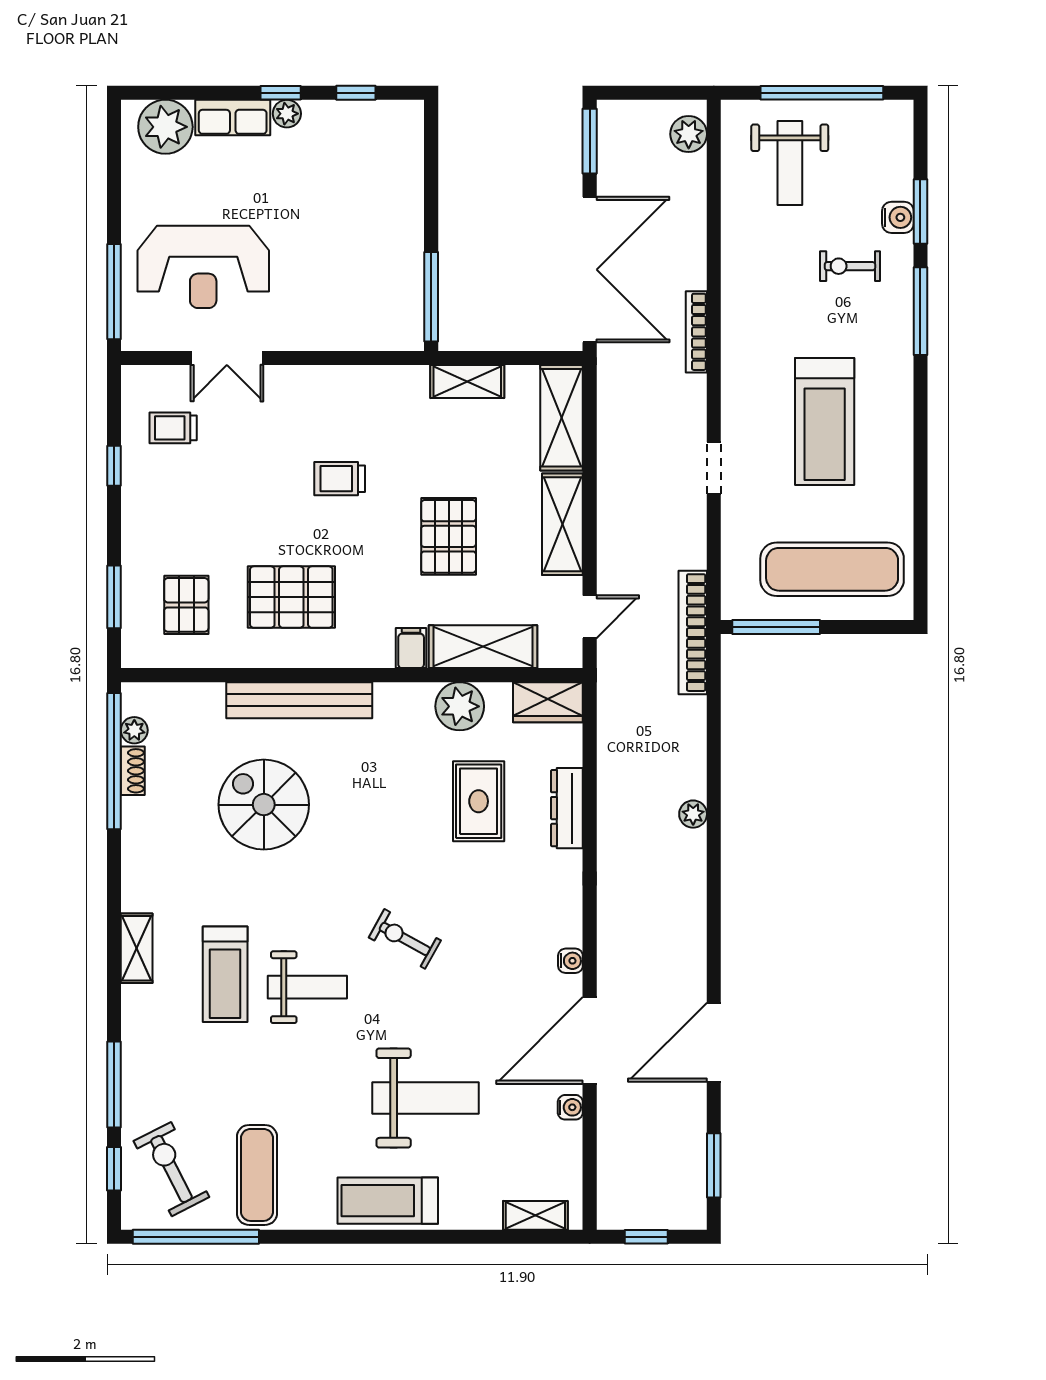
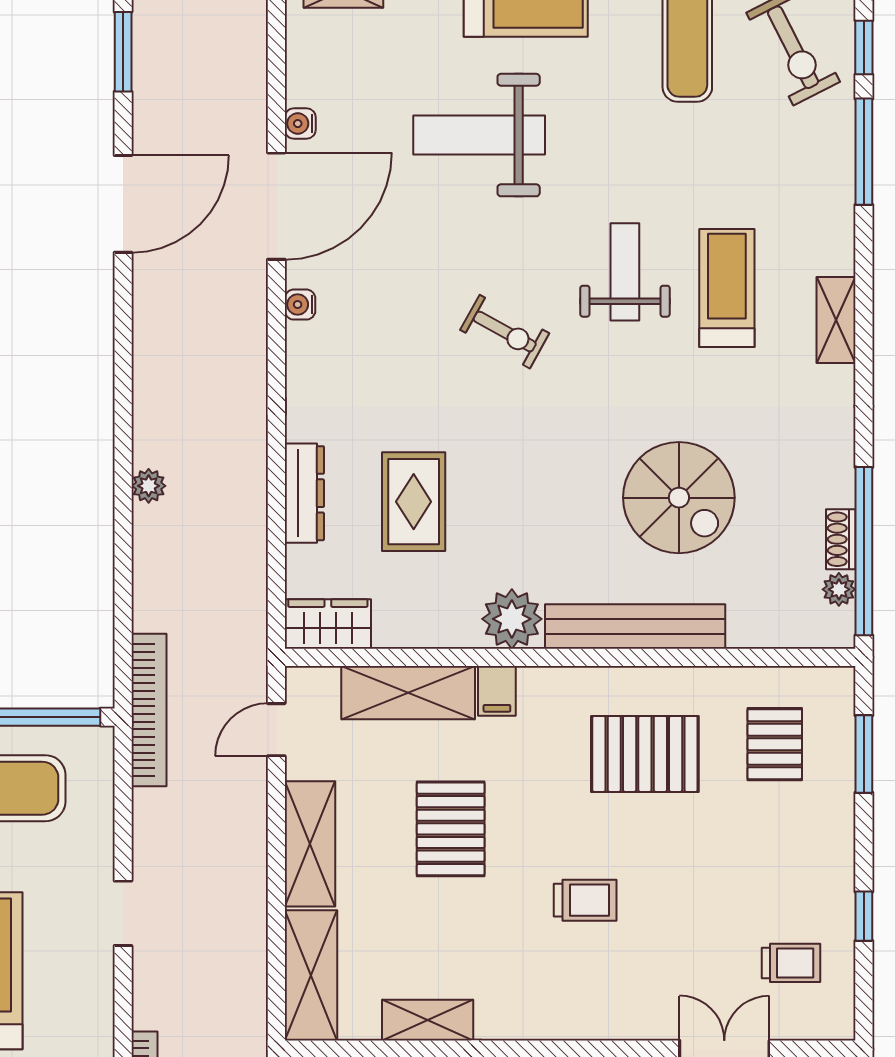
plant: (460, 706) -> (512, 619), moved
weight bench: (307, 987) -> (625, 272), turned 90

